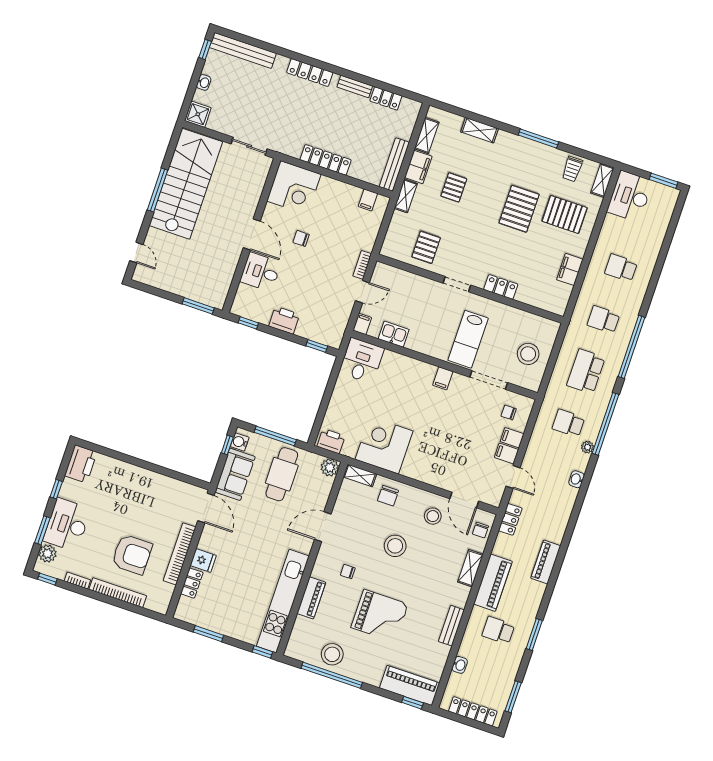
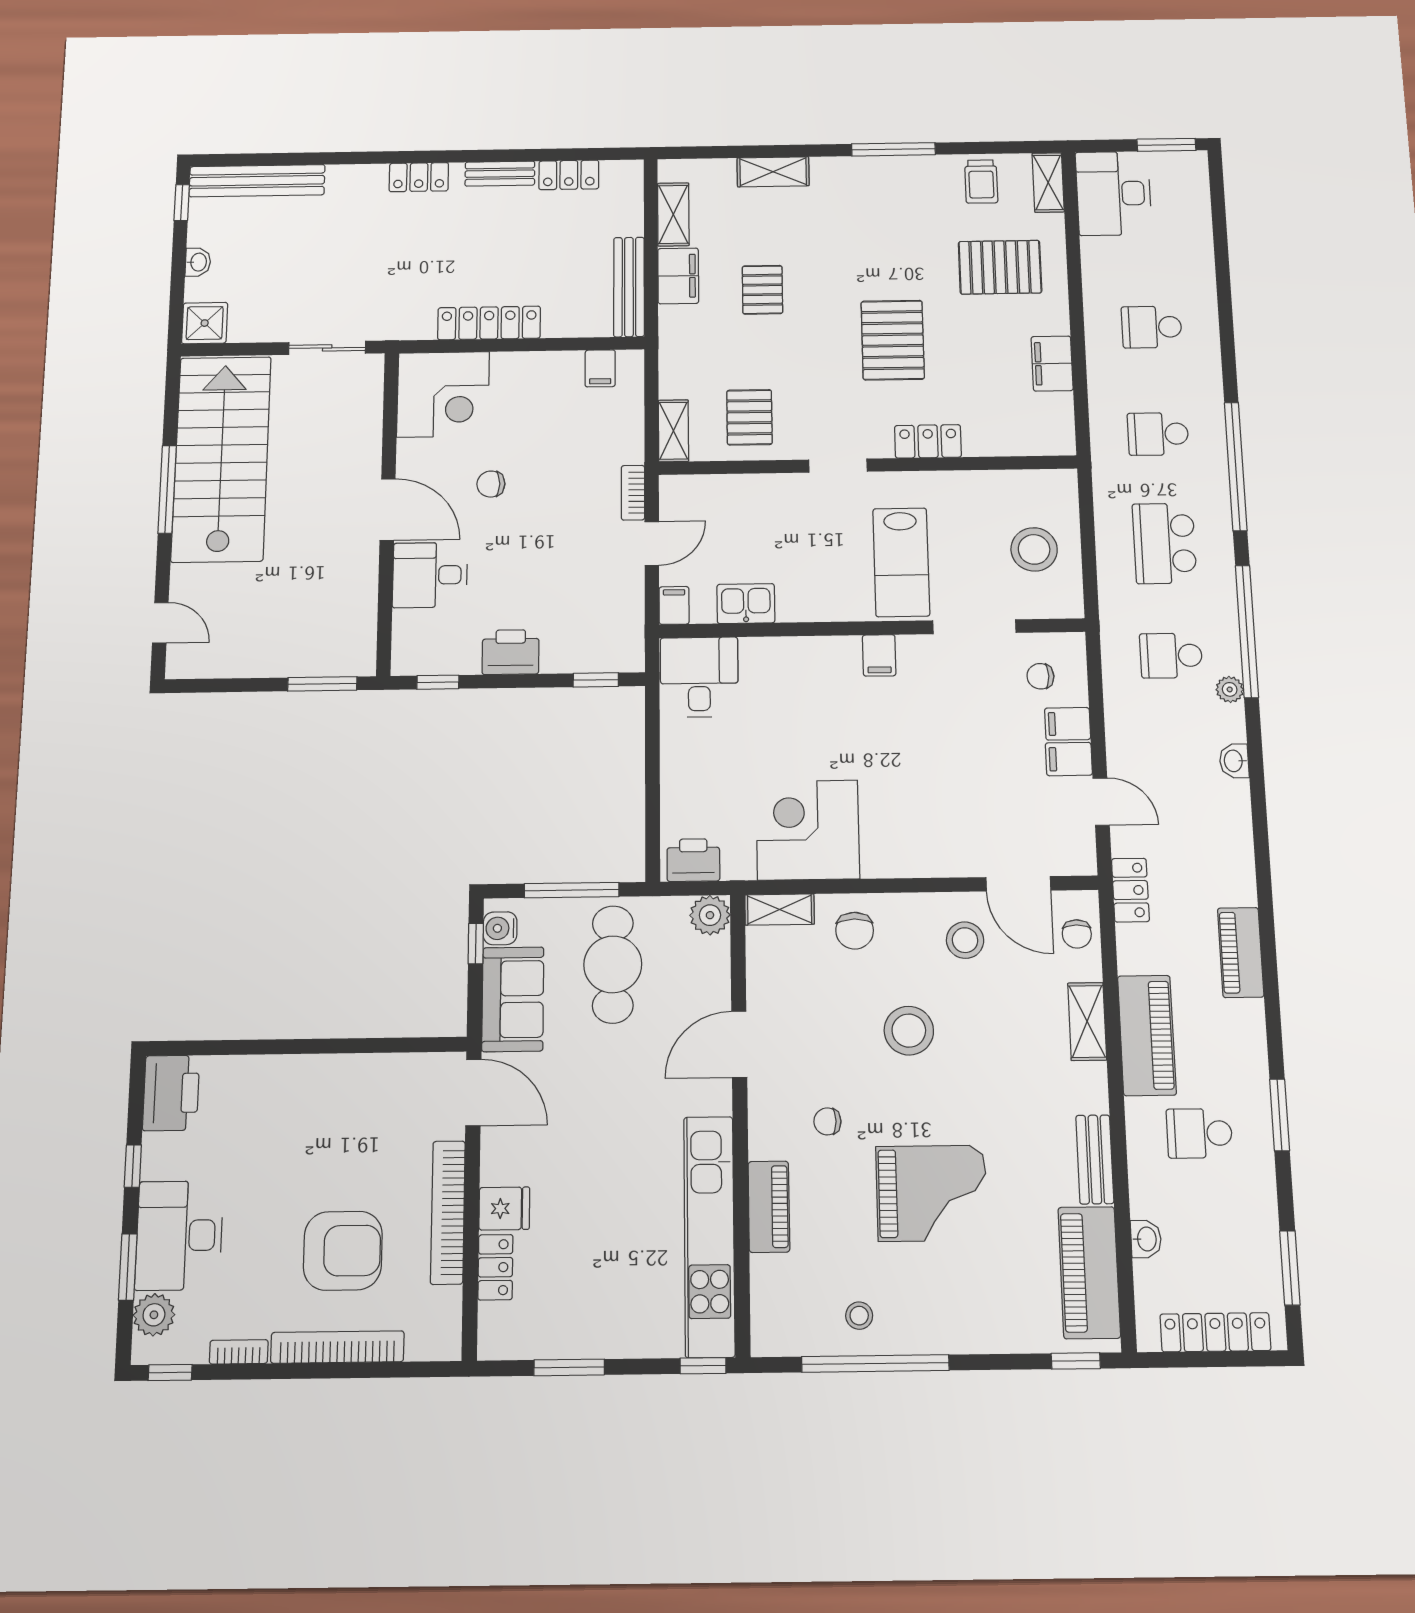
locker: (310, 73) -> (419, 177), width x0.66
shelving: (406, 196) -> (673, 431), moved
pallet: (519, 209) -> (893, 340), moved
stool: (332, 654) -> (859, 1316), width x0.53, depth x0.53
piano: (410, 685) -> (1089, 1272), moved, turned -90

